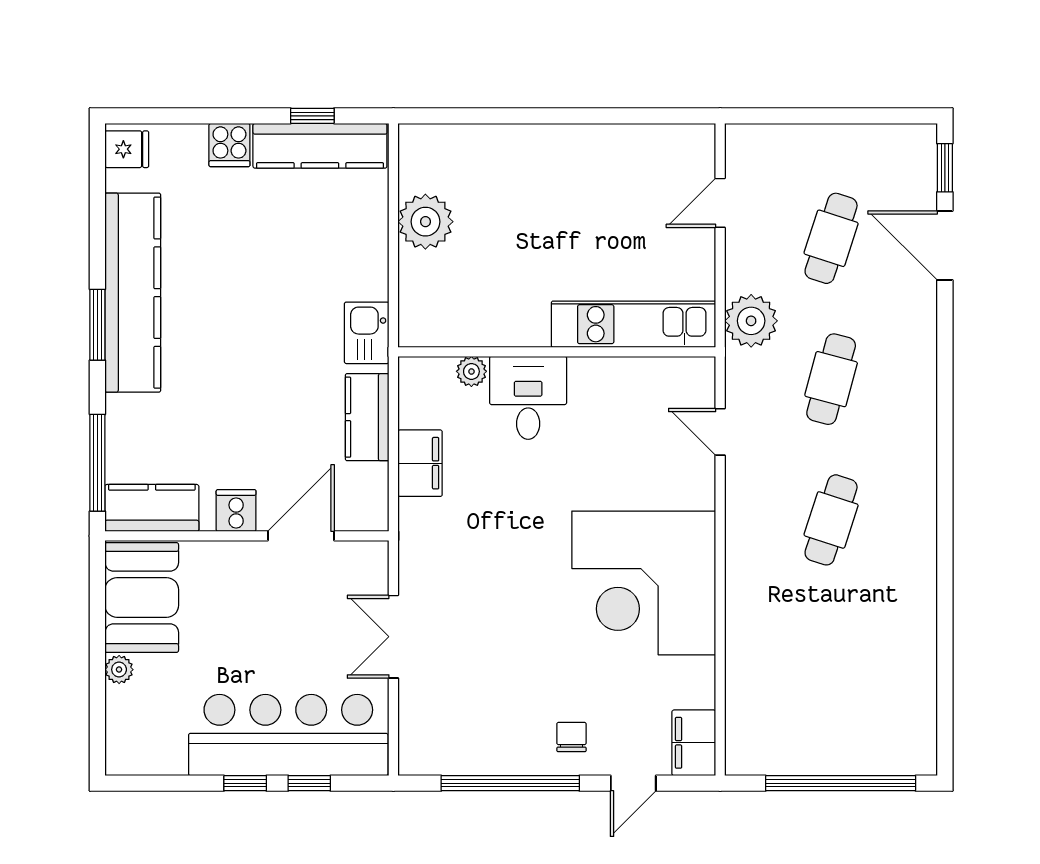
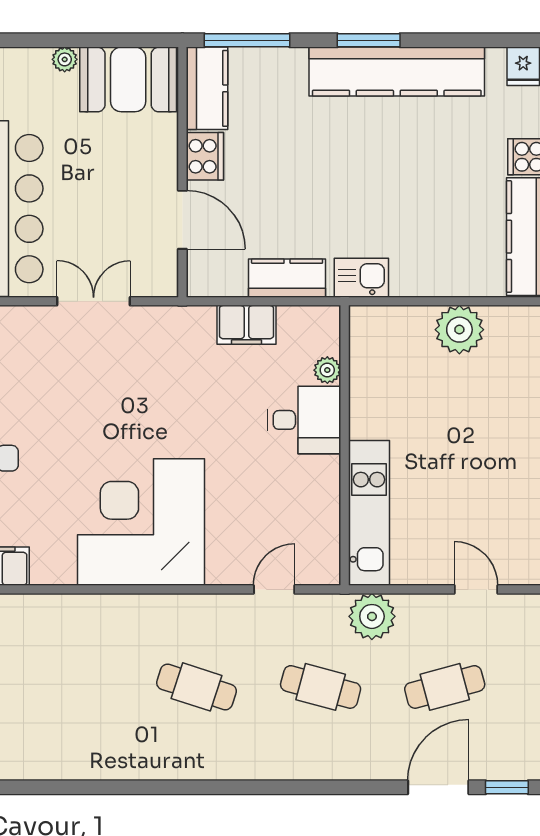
cafe table: (831, 238) -> (445, 687), turned -33
cooker: (236, 510) -> (205, 156), width x1.36

